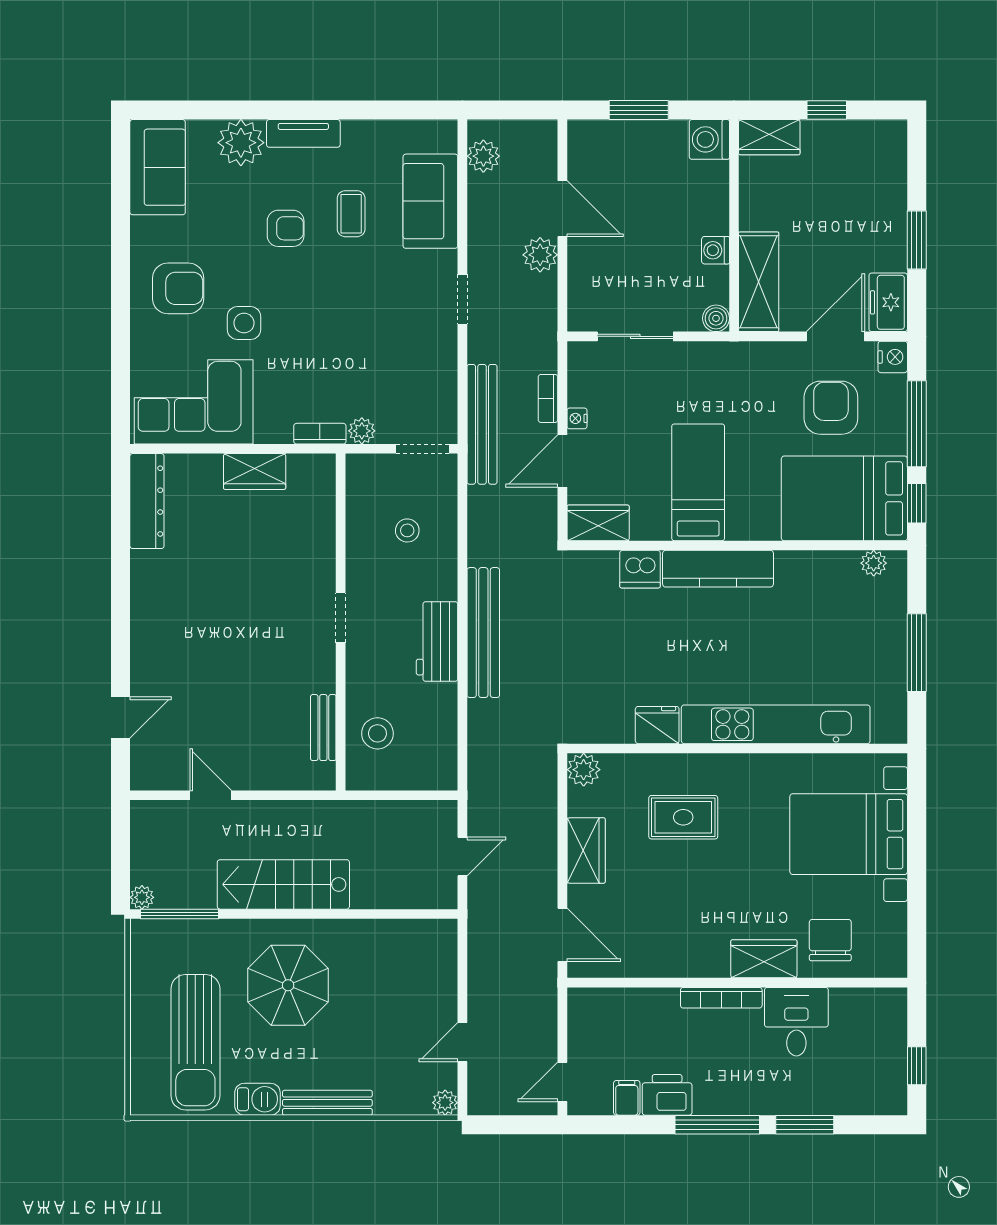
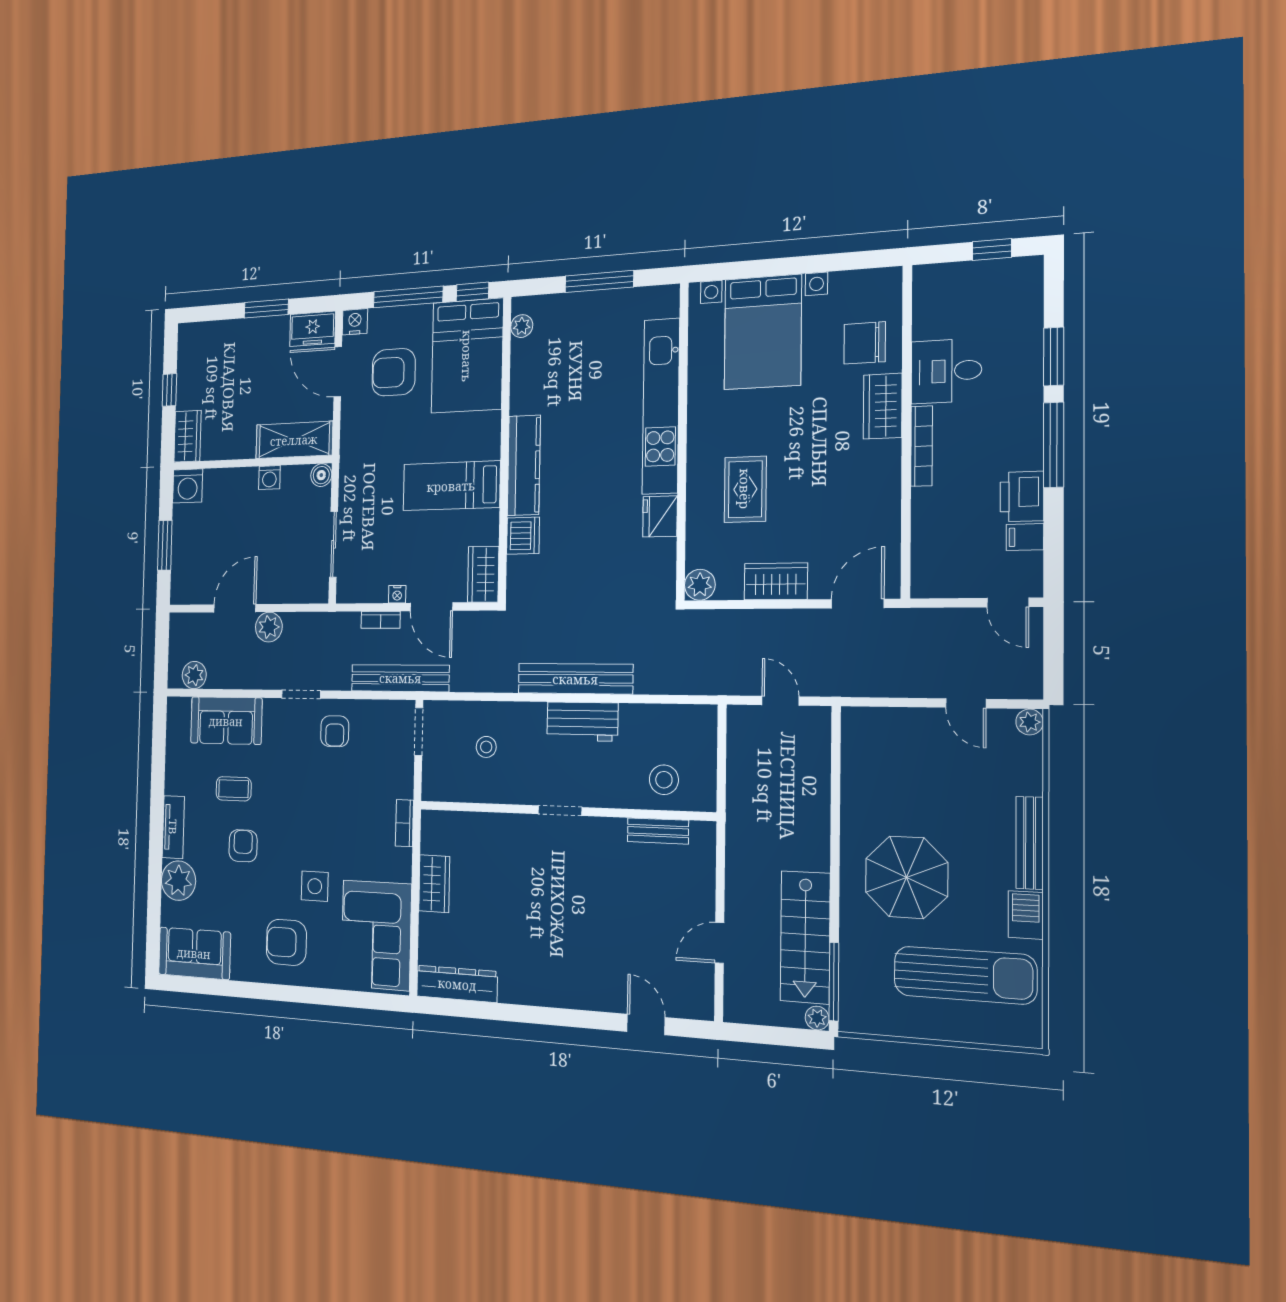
armchair: (178, 288) -> (286, 942), turned -90
armchair: (421, 344) -> (335, 731), added
plant: (362, 431) -> (403, 786), removed
stairs: (283, 884) -> (805, 937), moved

